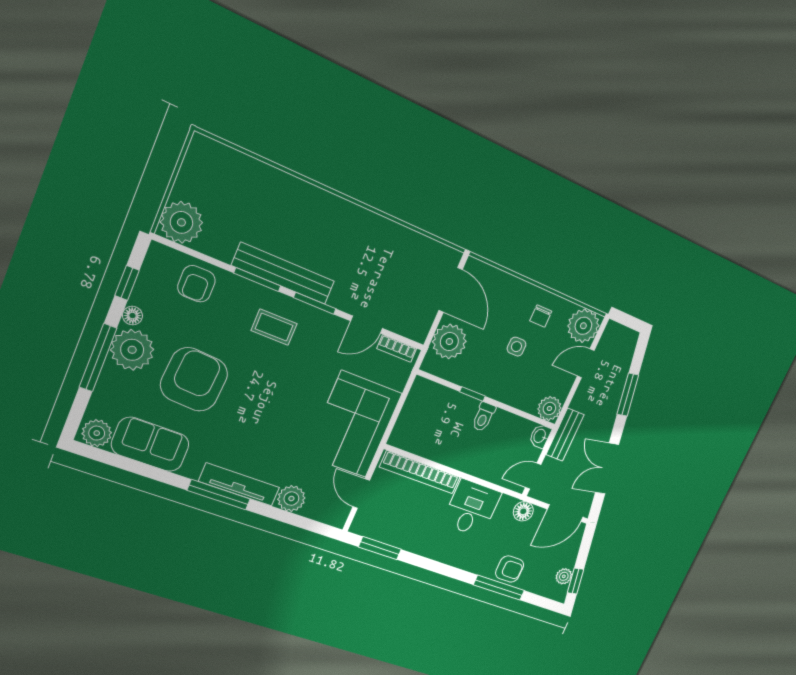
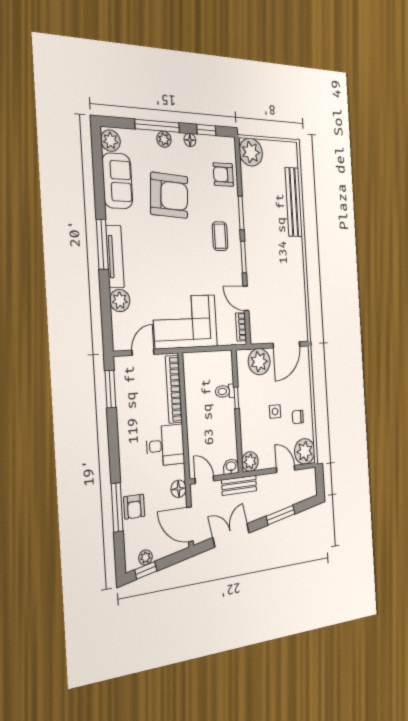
bench: (283, 273) -> (294, 202), moved
plant: (132, 350) -> (164, 139), width x0.53, depth x0.53
toilet: (484, 417) -> (225, 391), moved

